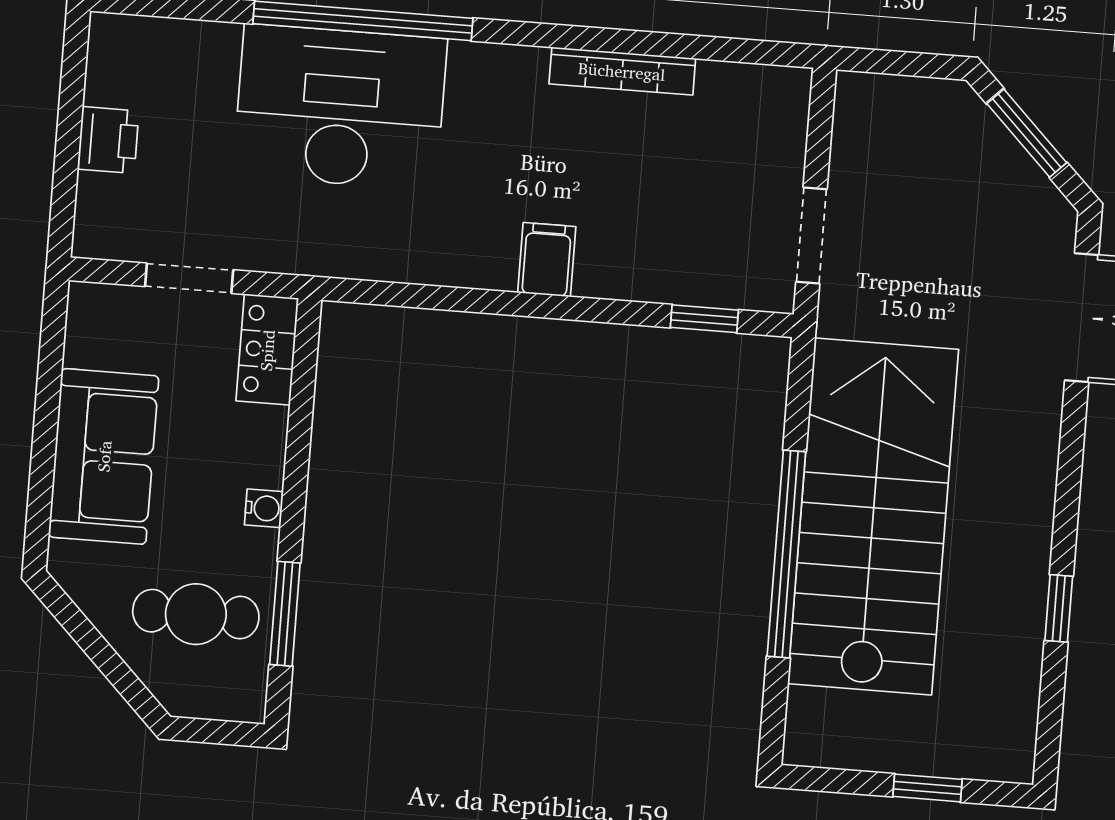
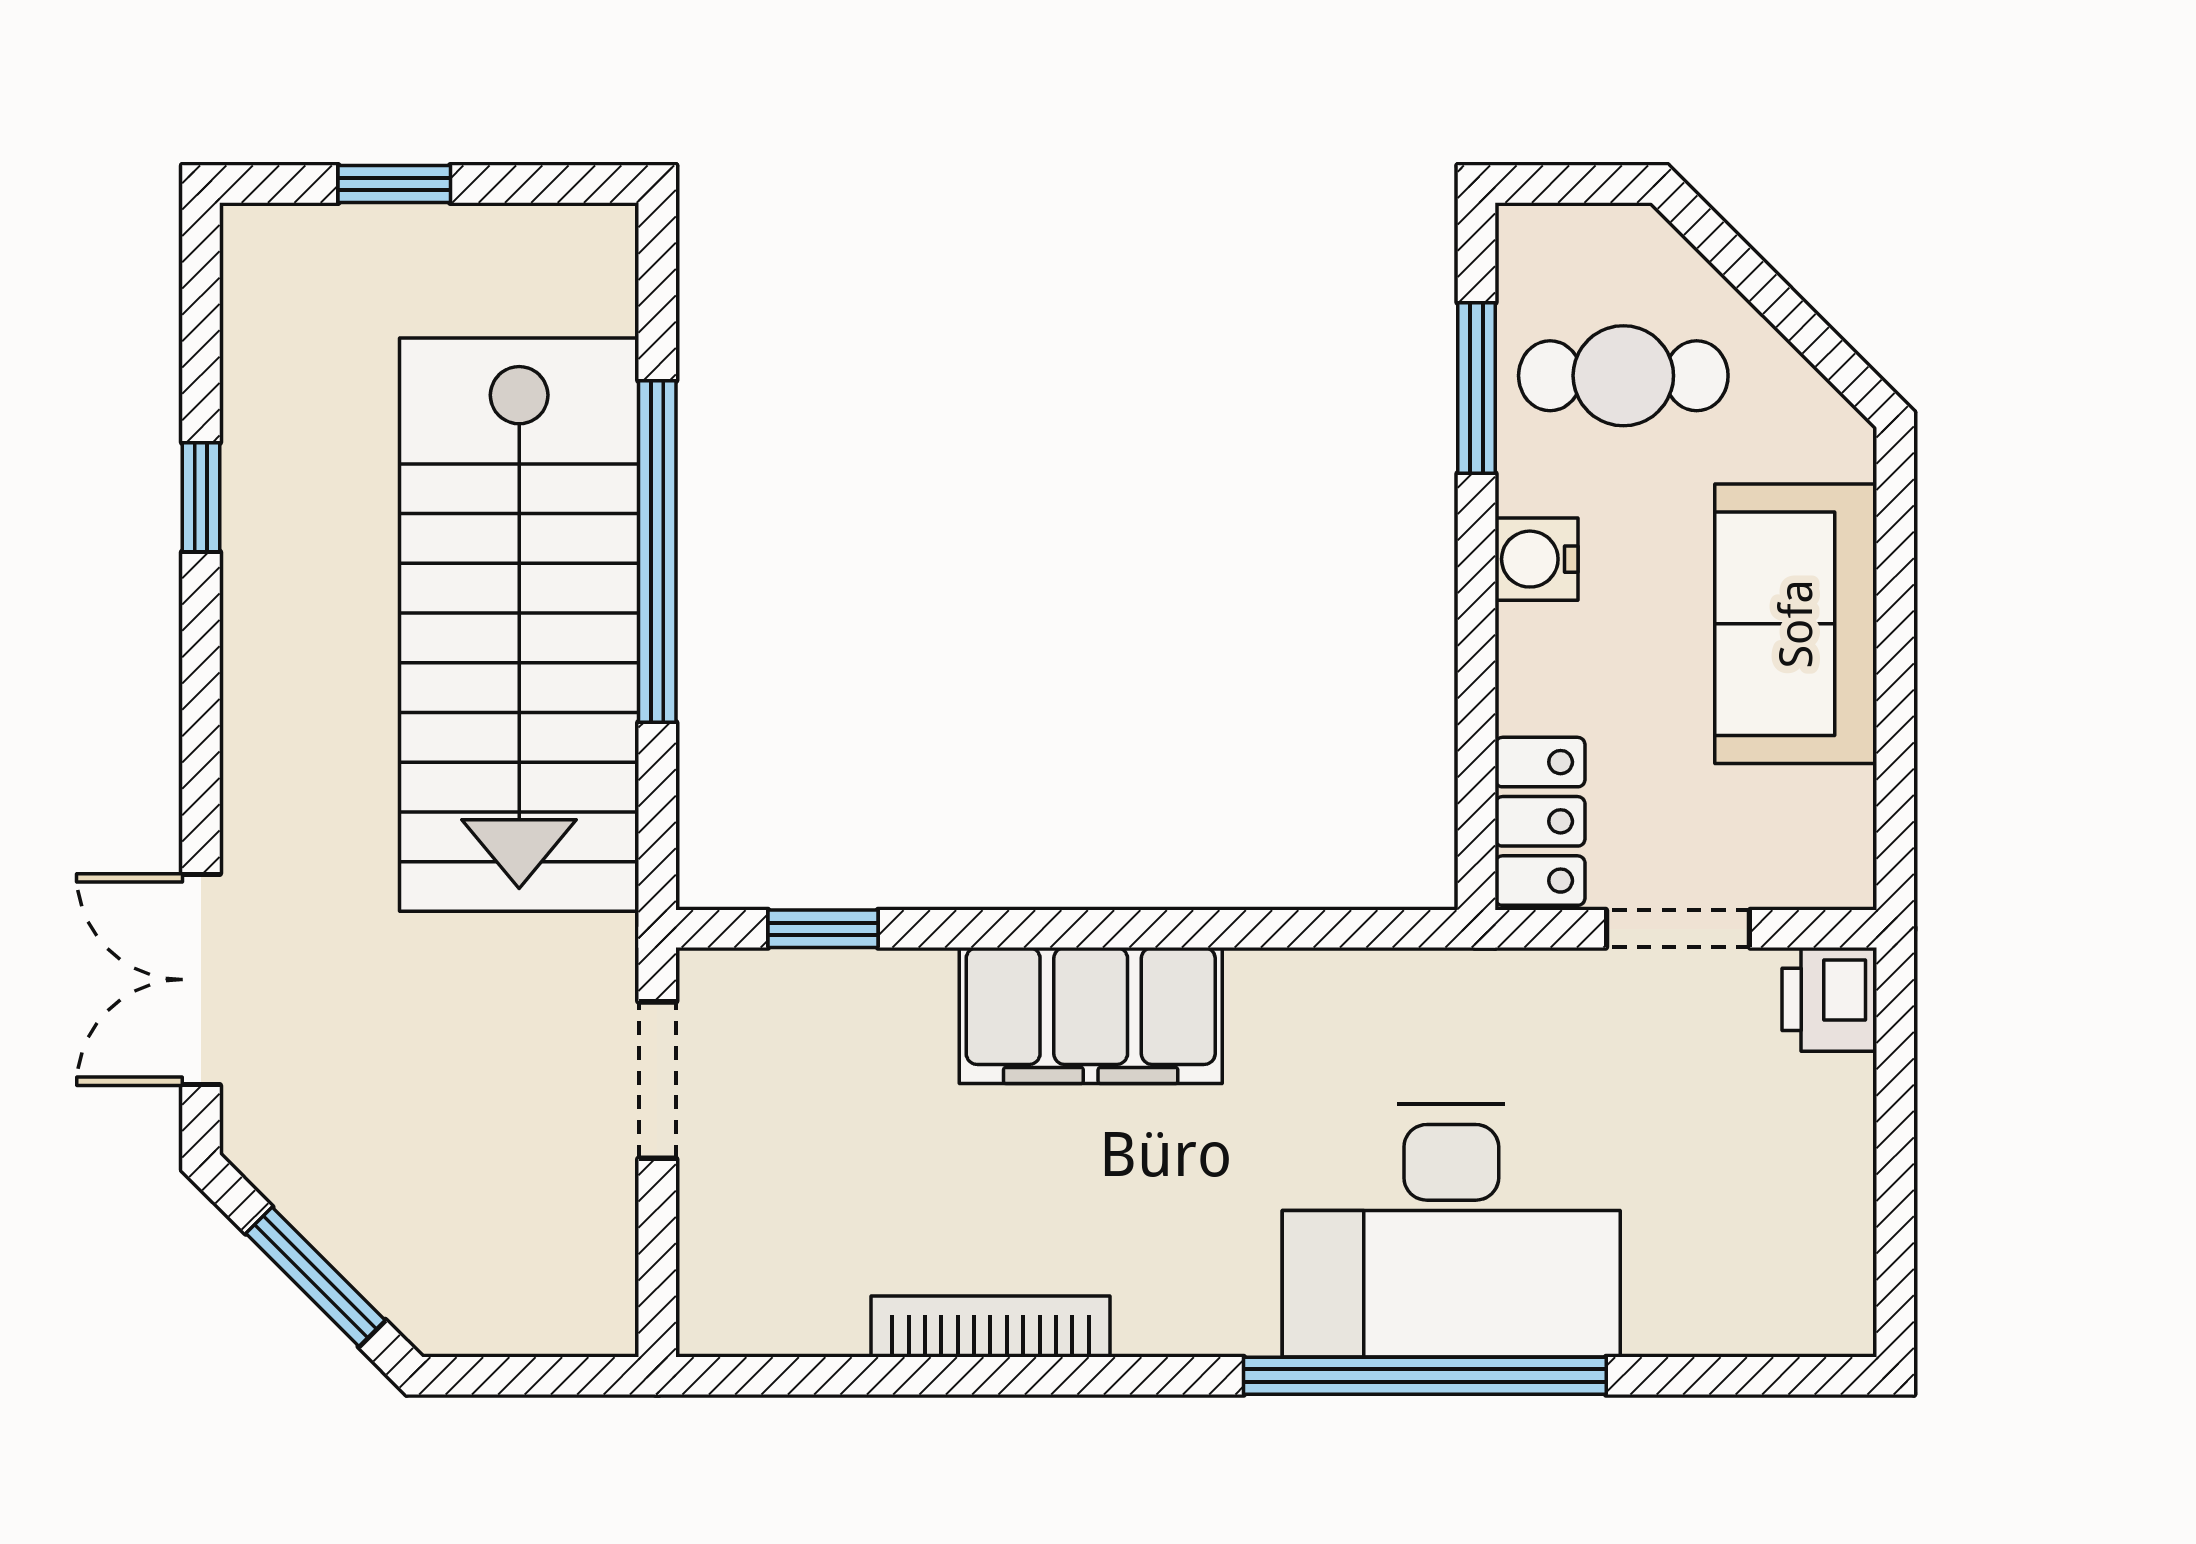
printer: (108, 140) -> (1829, 999), moved
filing cabinet: (547, 260) -> (1091, 1016), width x3.00, depth x1.17
water cooler: (264, 508) -> (1536, 559), width x1.38, depth x1.38

